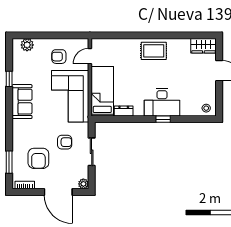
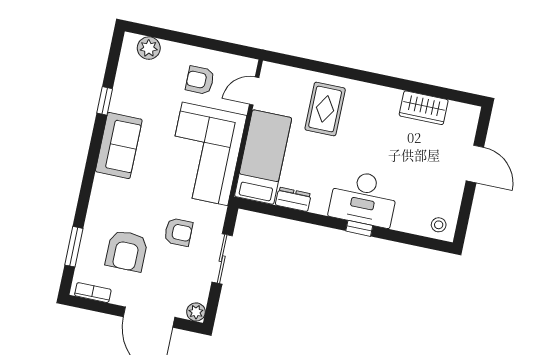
wardrobe: (203, 46) -> (424, 108), moved
rug: (154, 51) -> (325, 109), moved, turned 90

